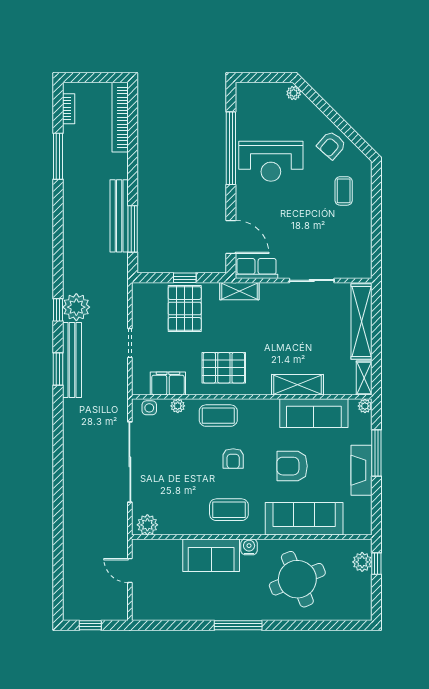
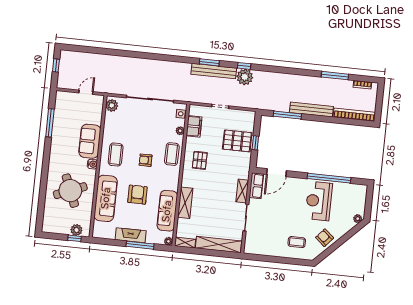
bench: (119, 216) -> (311, 110), moved
shelving: (239, 291) -> (242, 191), moved
pallet: (224, 368) -> (200, 160), width x0.67, depth x0.71
window: (238, 625) -> (50, 123), moved

